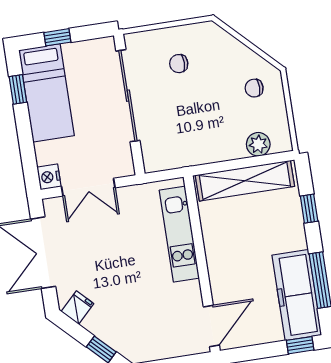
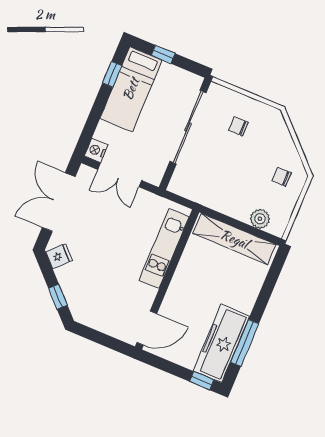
window: (309, 209) -> (268, 287), removed

